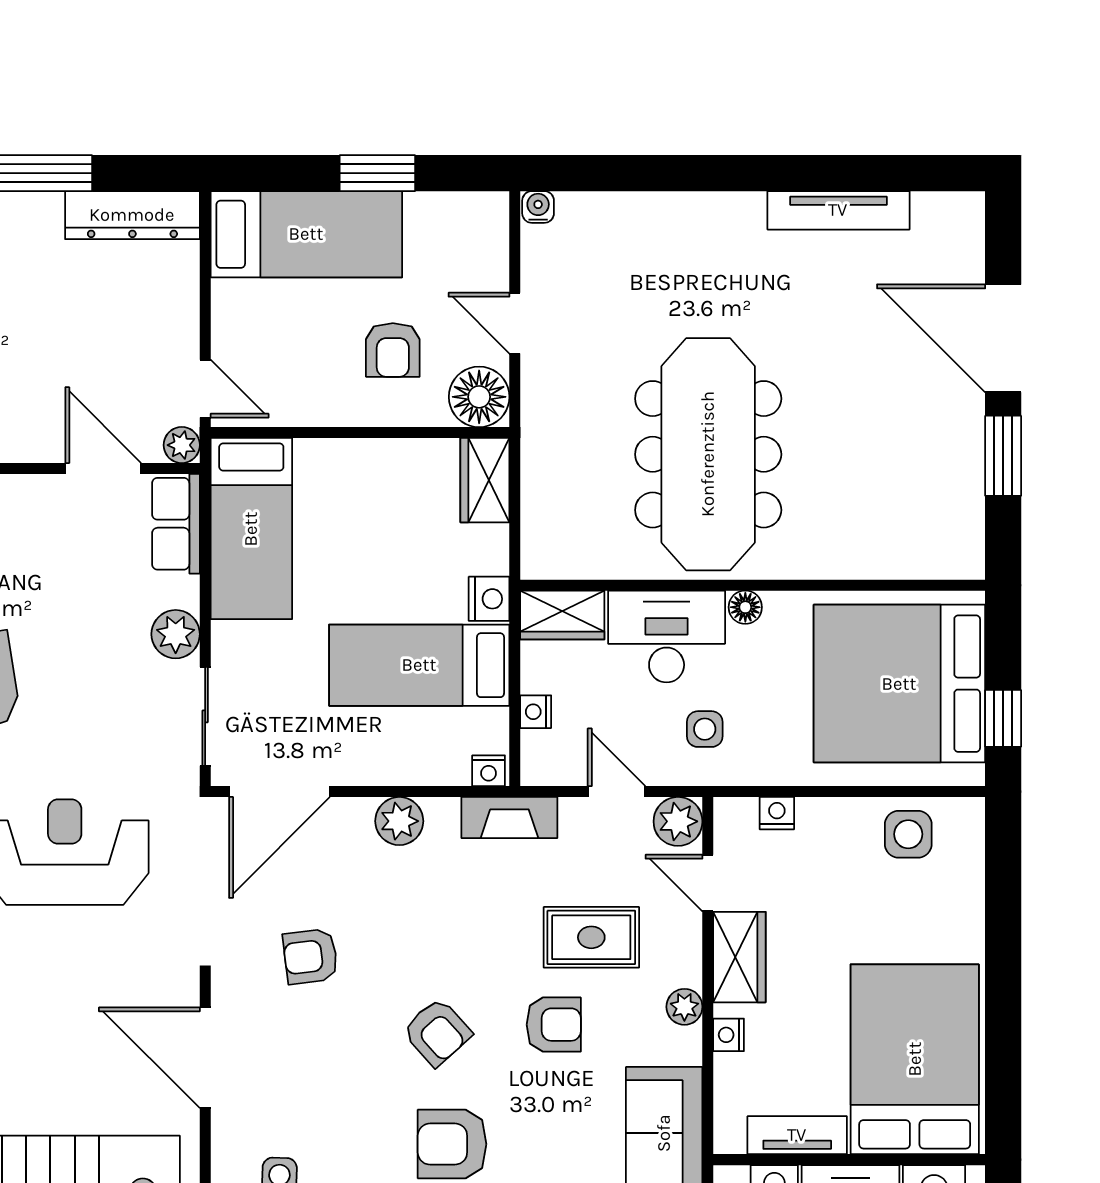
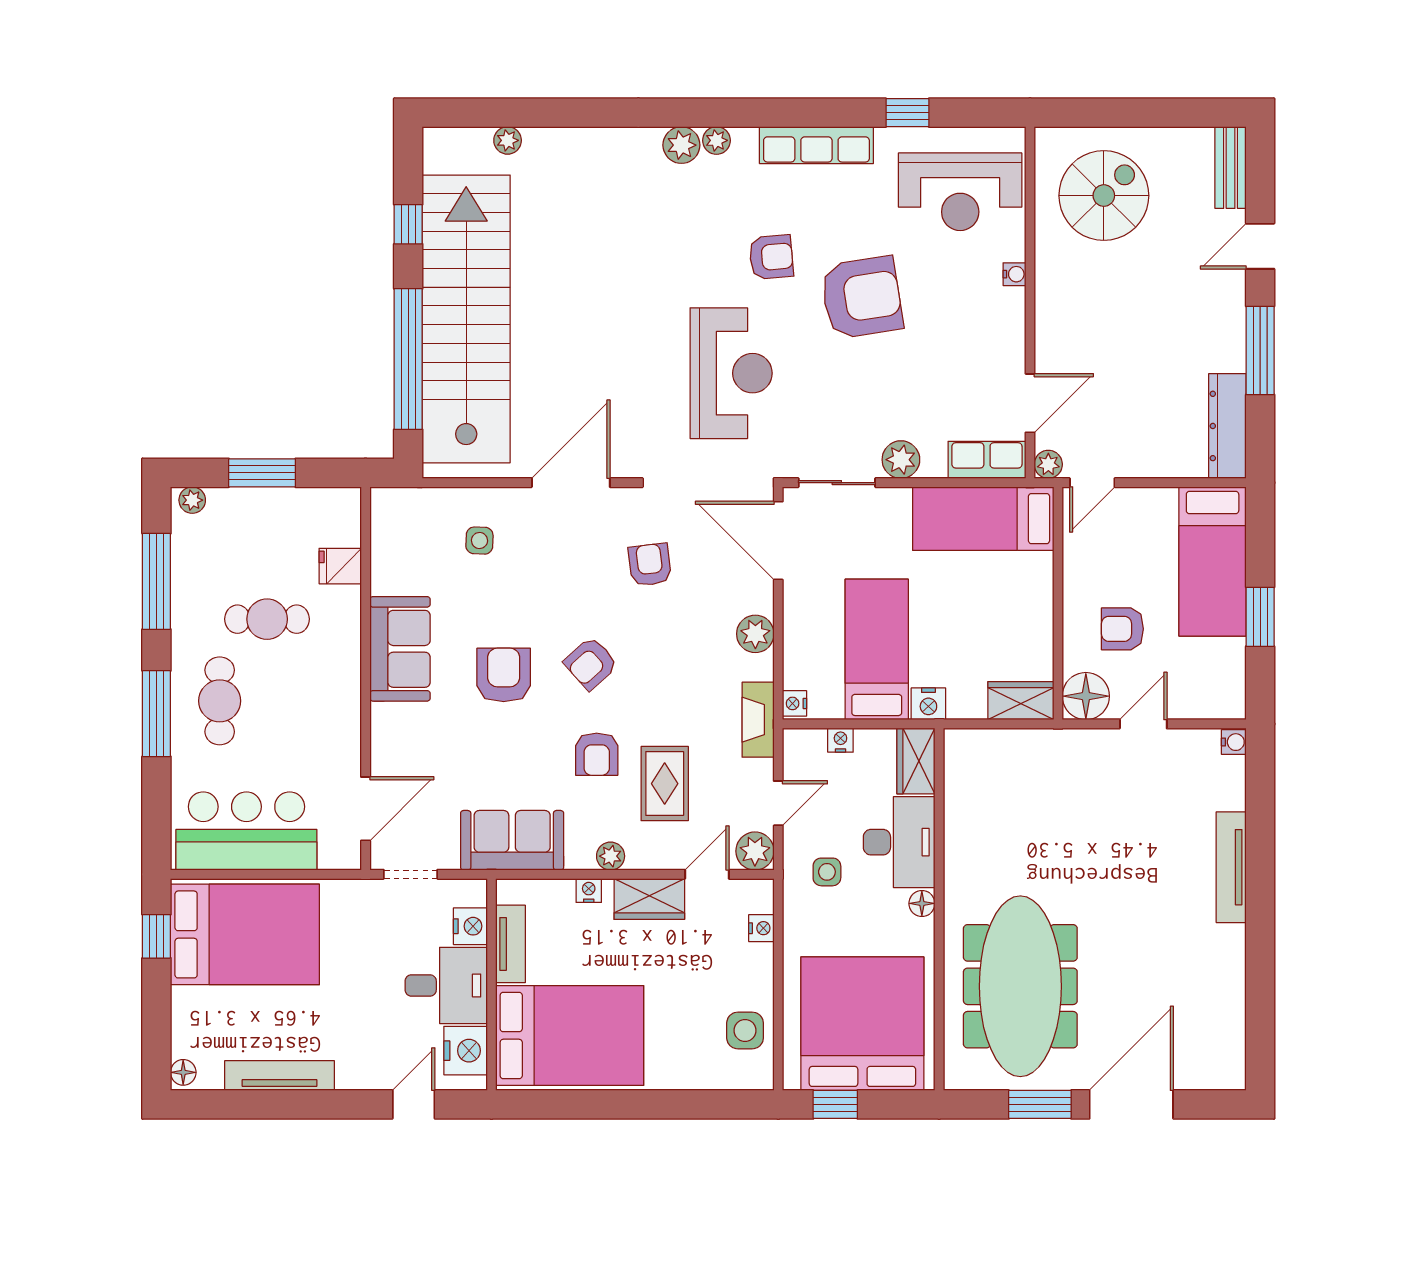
tv unit: (838, 210) -> (1231, 867), moved
meeting table: (708, 454) -> (1020, 986), moved, turned 90

